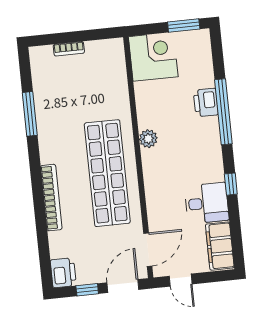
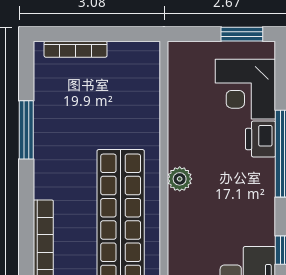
bookcase: (69, 49) -> (76, 49), width x1.56
corner desk: (153, 57) -> (245, 89), moved, turned 180

